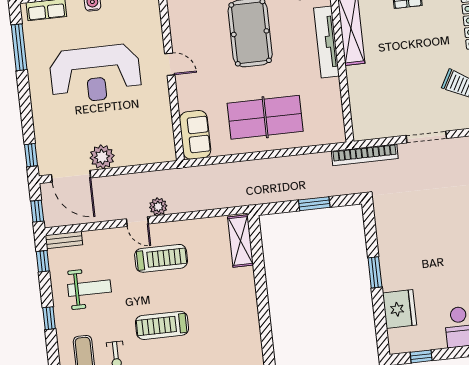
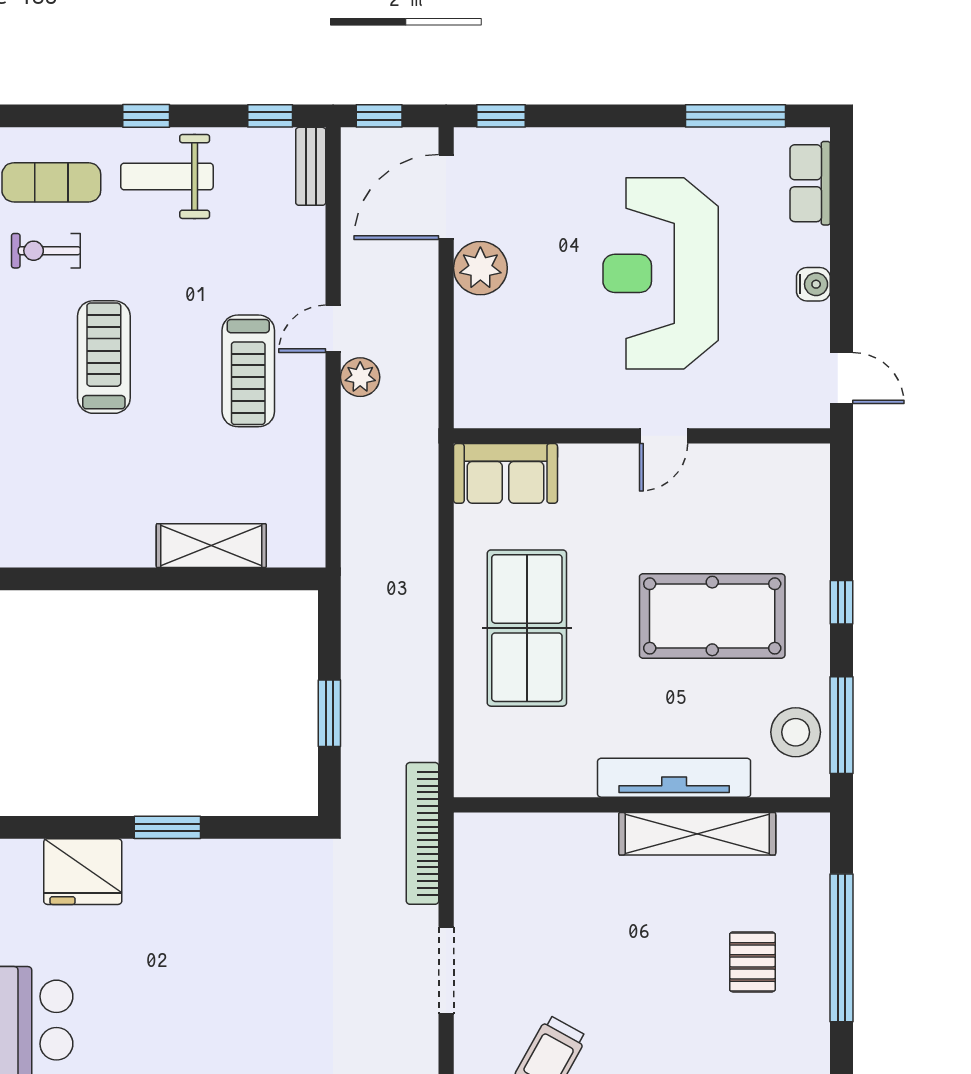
shelving: (240, 241) -> (211, 546), moved
weight bench: (89, 288) -> (167, 176), moved, turned 90

